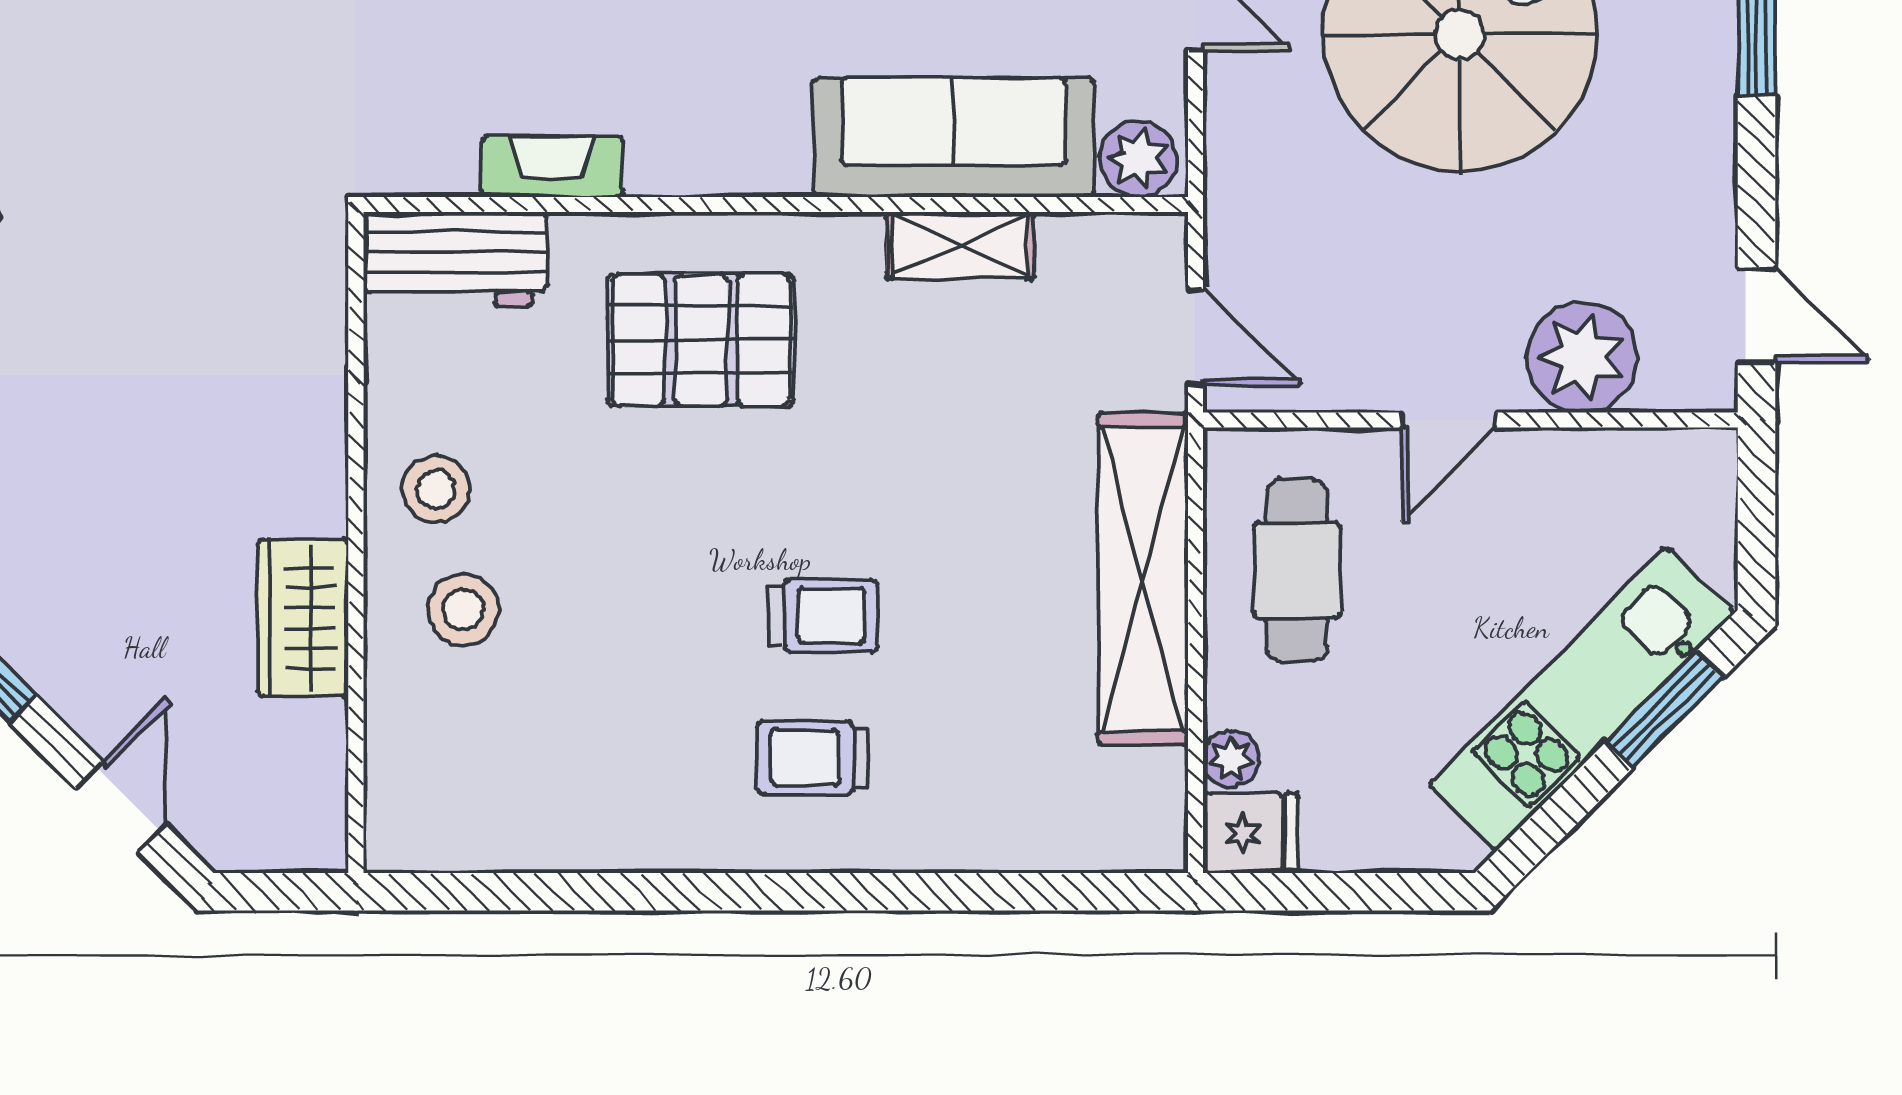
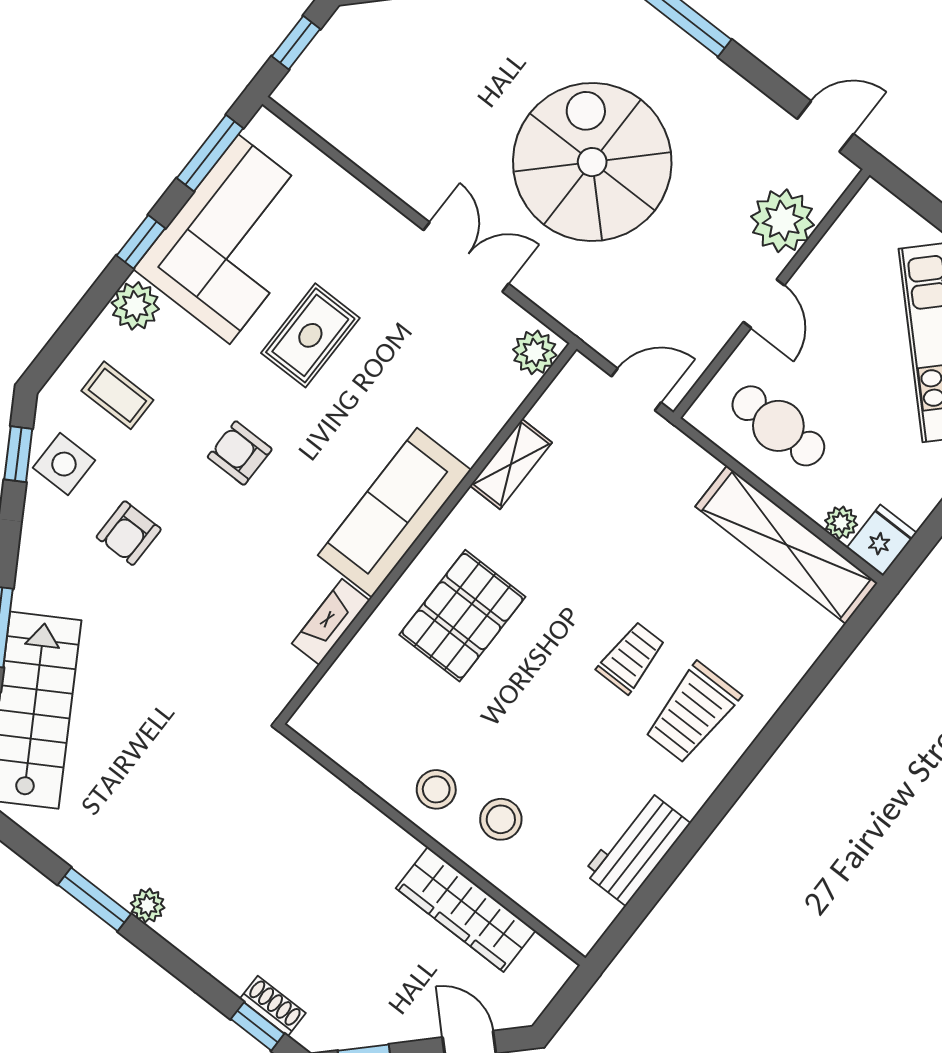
sofa: (954, 138) -> (395, 513), moved
workbench: (455, 259) -> (637, 848), moved, turned 180
shelving: (1143, 579) -> (786, 545), moved
wardrobe: (303, 618) -> (466, 909), width x1.50
trolley: (813, 758) -> (692, 713), width x1.36, depth x1.39

